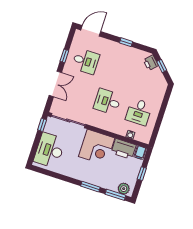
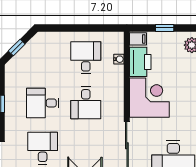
printer: (151, 63) -> (17, 63), removed
desk: (117, 72) -> (43, 103), added
desk: (139, 112) -> (86, 58), turned -90

